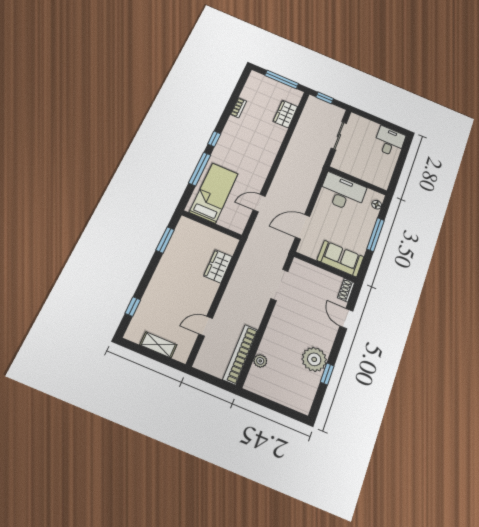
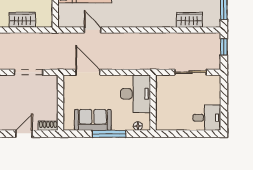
sofa: (340, 259) -> (93, 120), moved, turned -90

